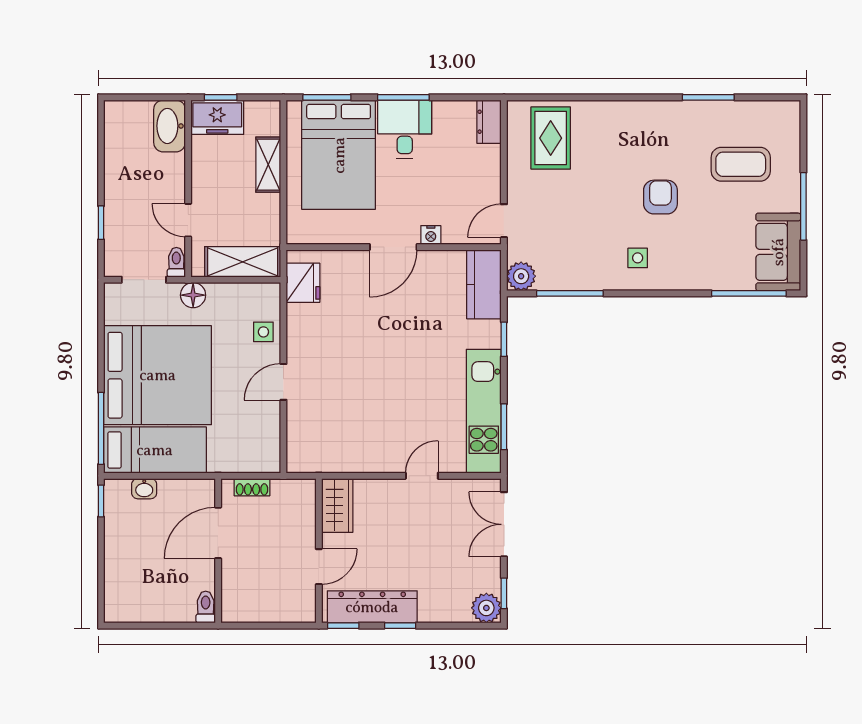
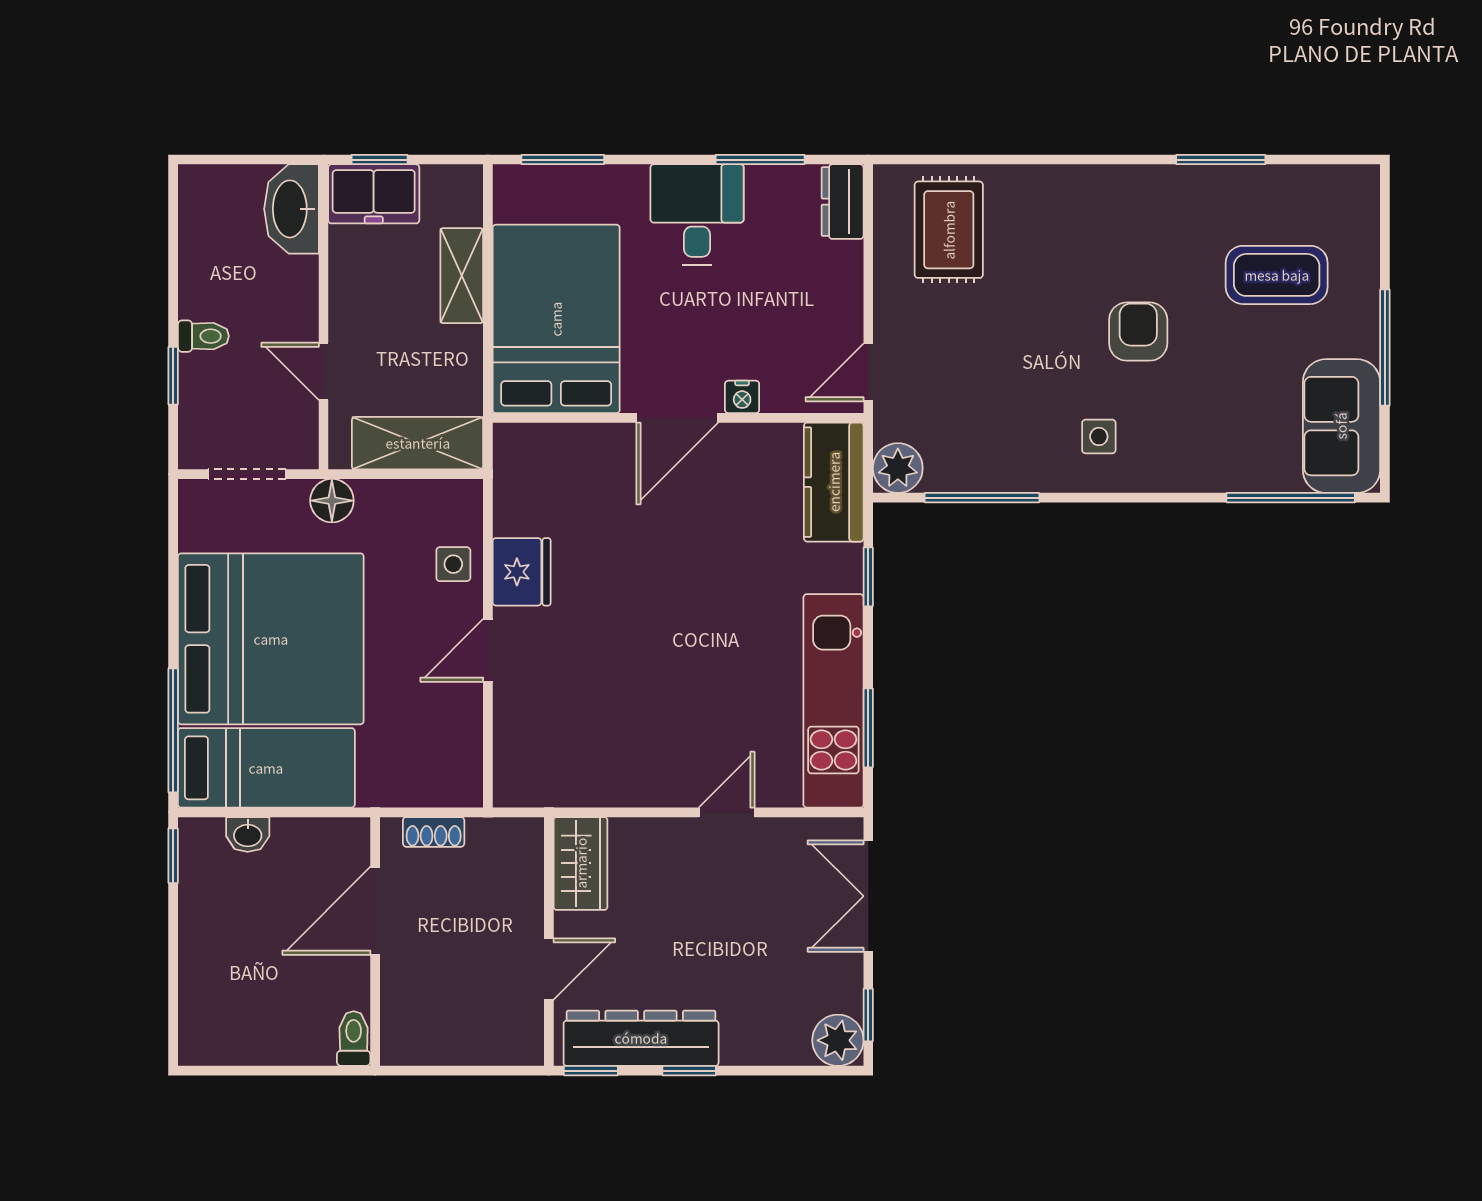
window: (403, 97) -> (760, 160), moved
bed: (339, 155) -> (556, 319), moved, turned 180
toilet: (176, 262) -> (203, 336), moved, turned 90
fridge: (303, 283) -> (522, 572), moved

